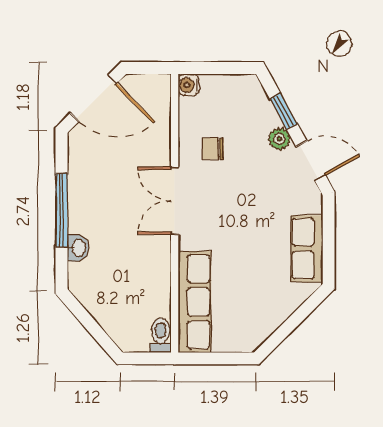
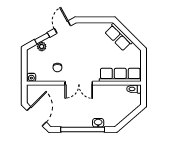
plant: (279, 139) -> (42, 47), moved
window: (62, 210) -> (83, 130), width x1.46
row of seats: (307, 249) -> (119, 37), moved, turned 45

